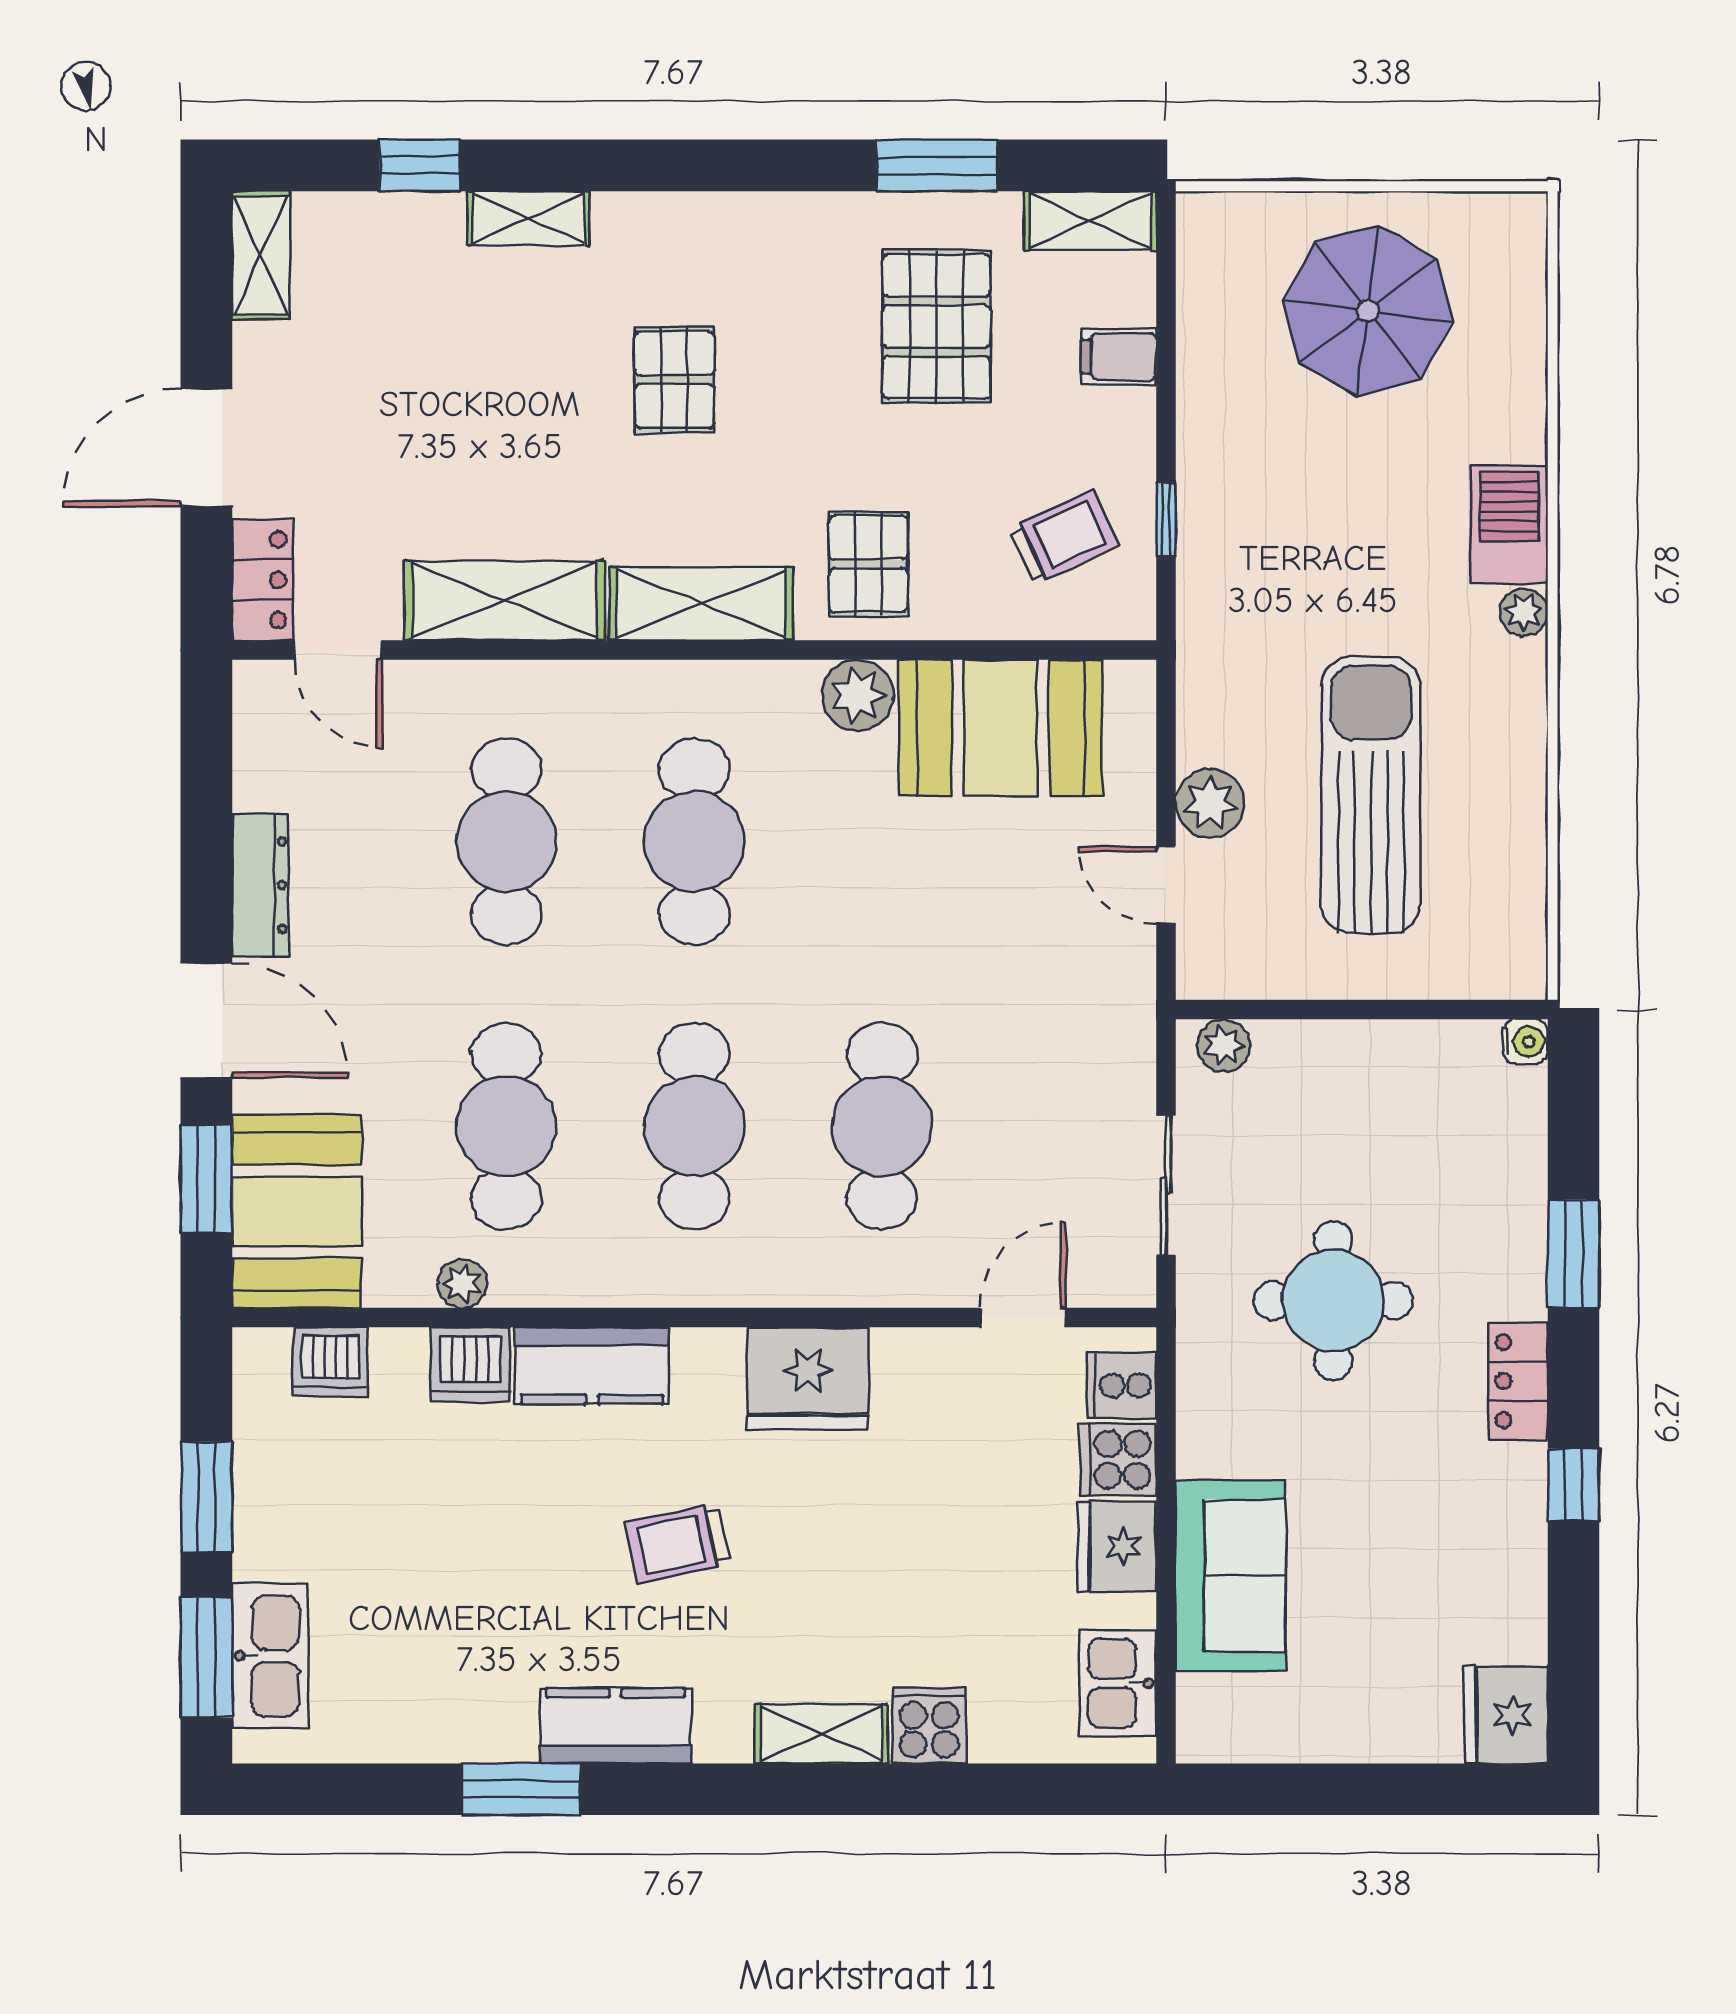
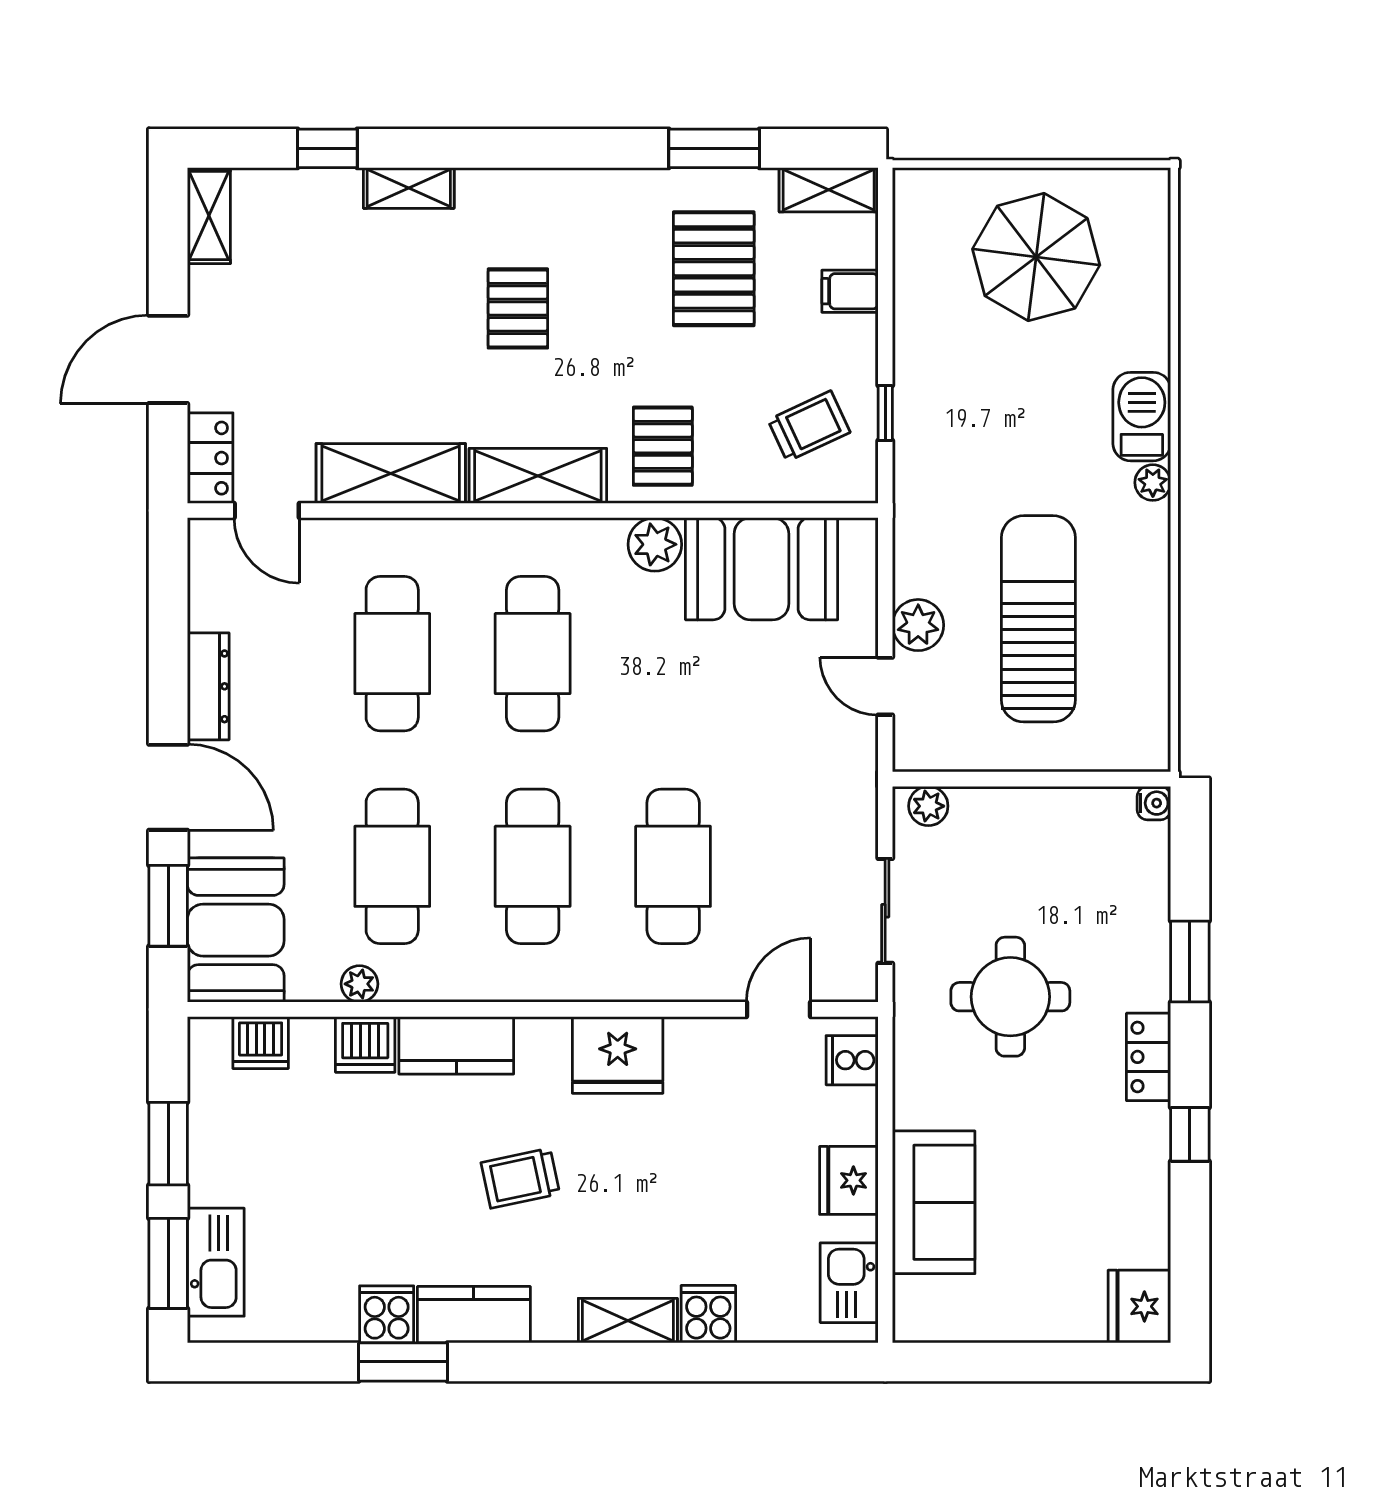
cooker: (1118, 1460) -> (387, 1314), moved, turned 90

